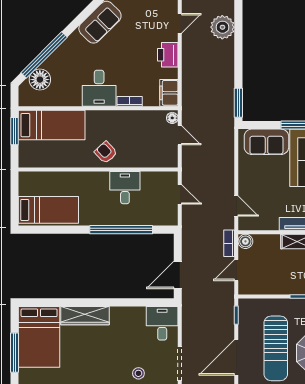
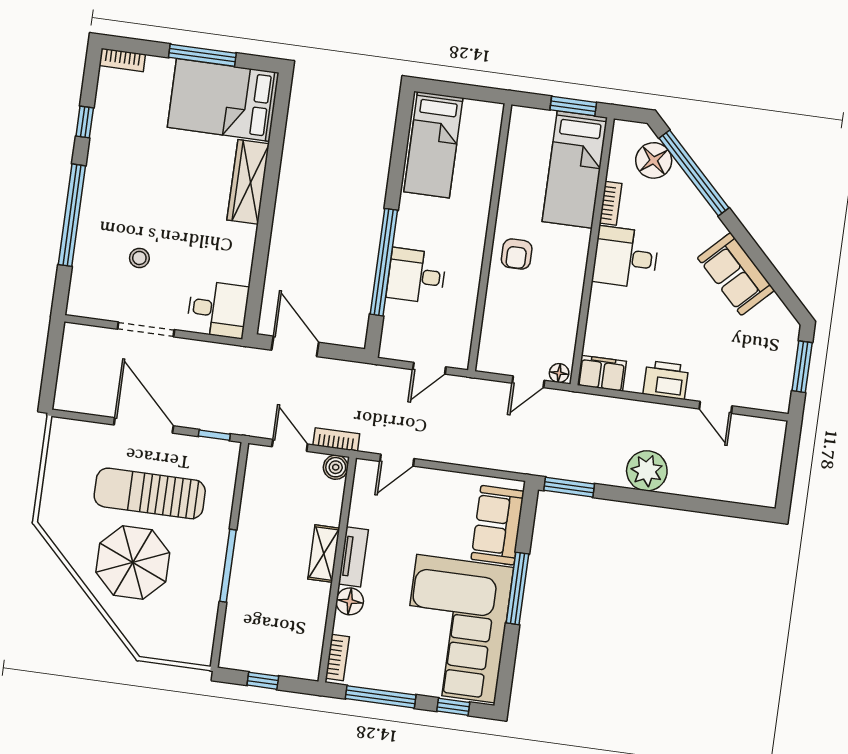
plant: (222, 27) -> (647, 471), moved
bookcase: (130, 101) -> (611, 203), moved
armchair: (106, 152) -> (517, 254), turned 133
desk: (125, 188) -> (416, 276), moved, turned 180

